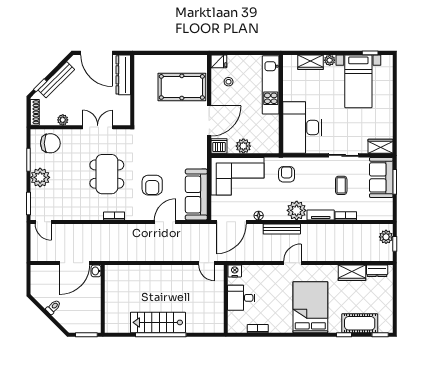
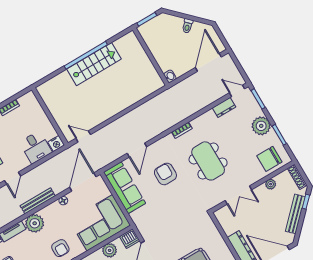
dresser: (64, 214) -> (224, 107), added
door: (75, 263) -> (208, 62), moved
desk: (241, 298) -> (36, 147), moved, turned 90

